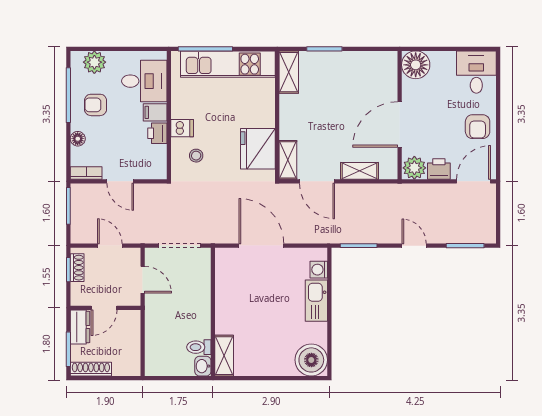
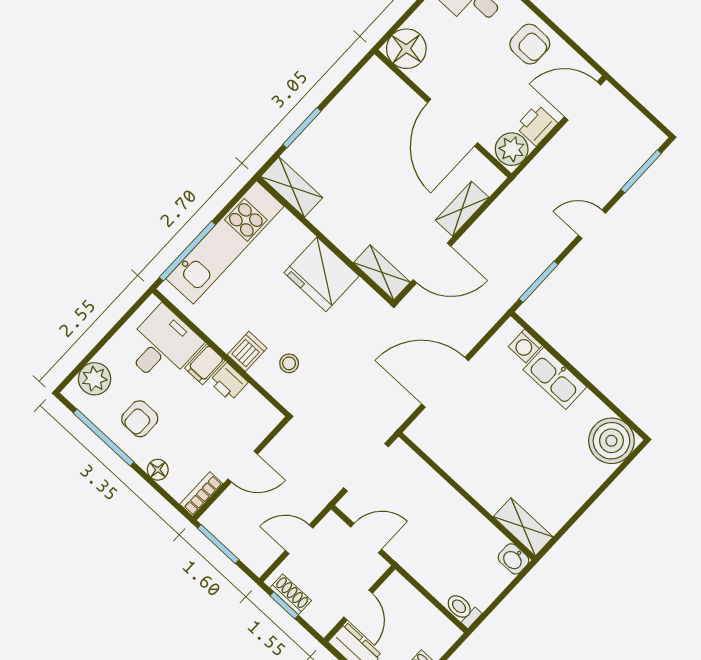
fridge: (258, 149) -> (321, 274), moved
door: (474, 181) -> (583, 101), hinge flipped
toilet: (199, 347) -> (462, 610), moved, turned 90

